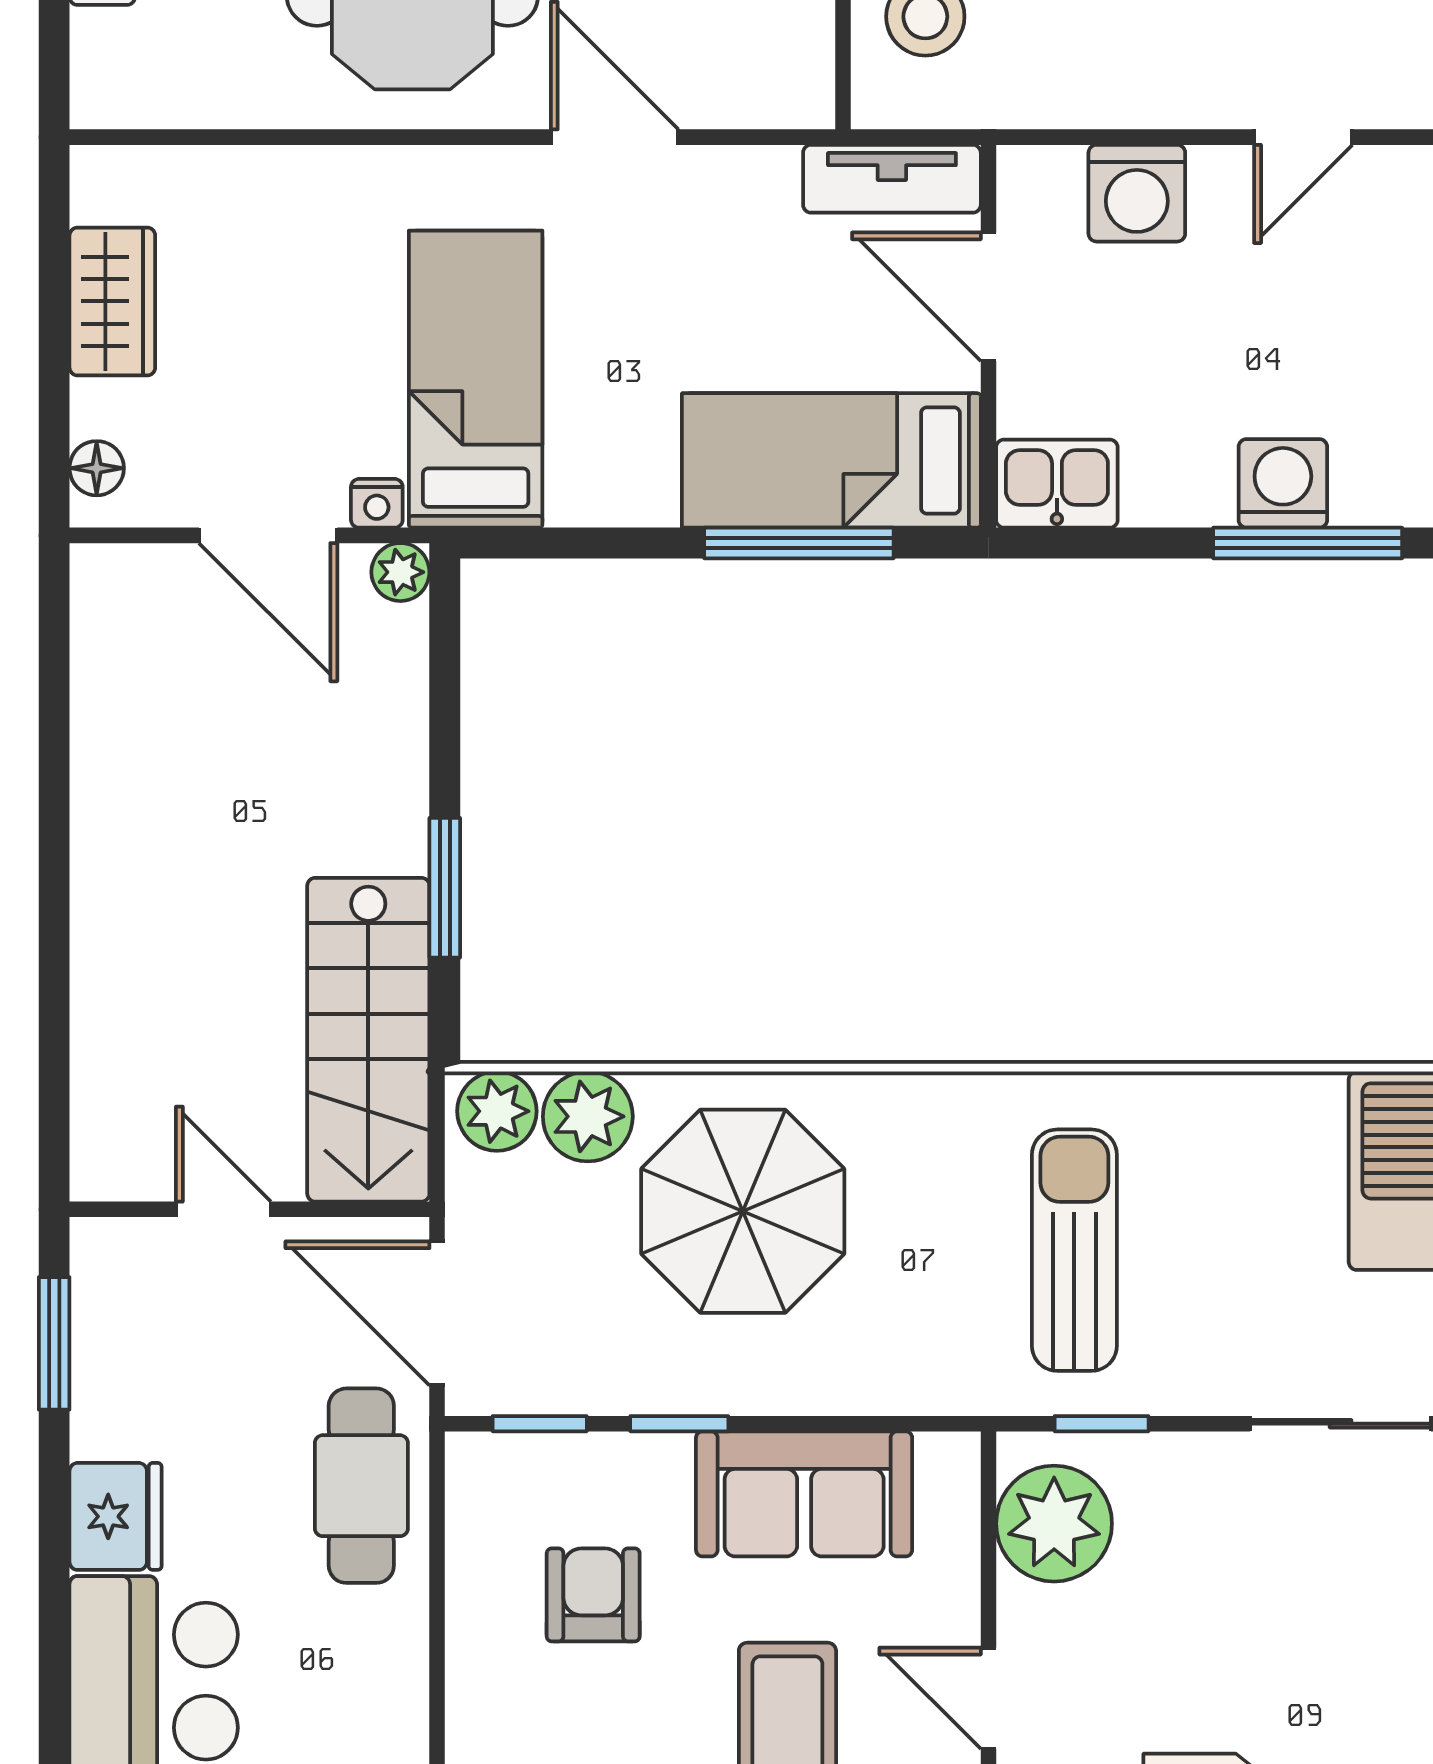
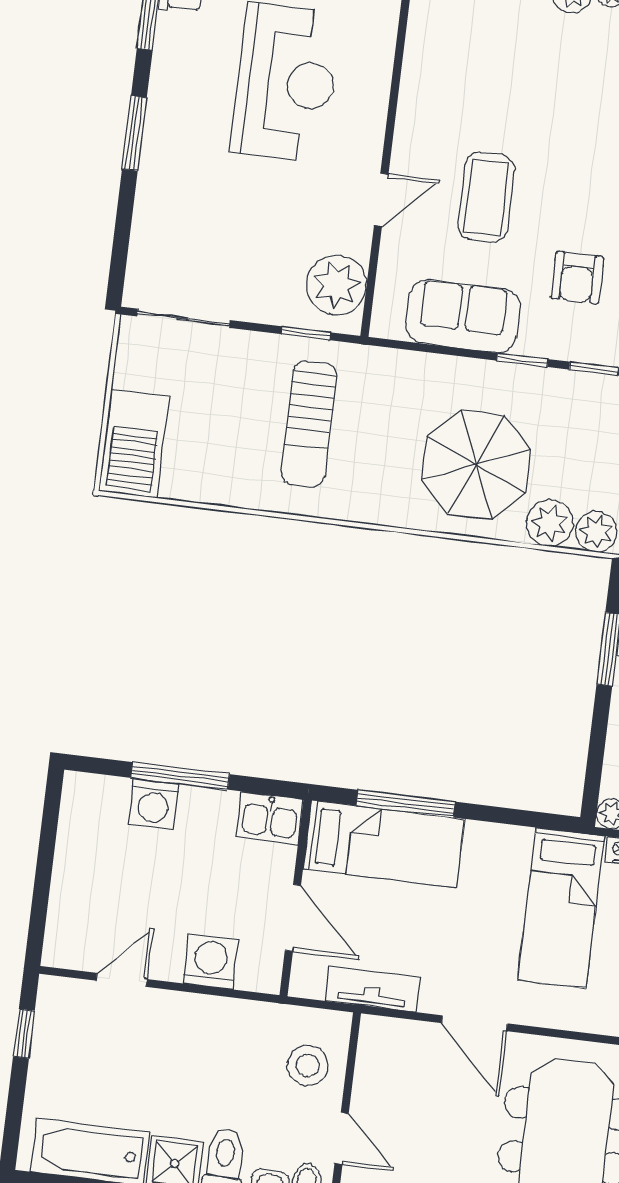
tv unit: (892, 179) -> (372, 989), moved
window: (1308, 543) -> (180, 776), moved
door: (988, 1698) -> (381, 200), hinge flipped

